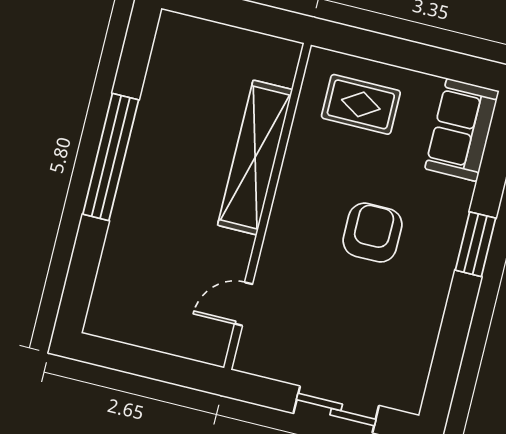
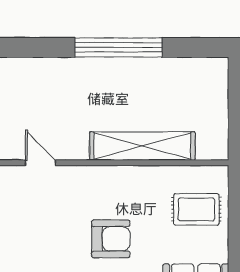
rug: (361, 104) -> (196, 209), turned 90

